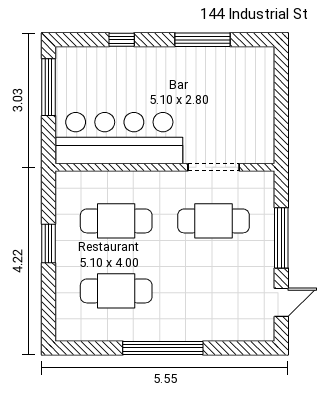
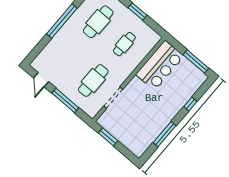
window: (281, 123) -> (108, 137), added
bar counter: (119, 138) -> (160, 65), width x0.73
cafe table: (116, 221) -> (124, 44), width x0.73, depth x0.74

